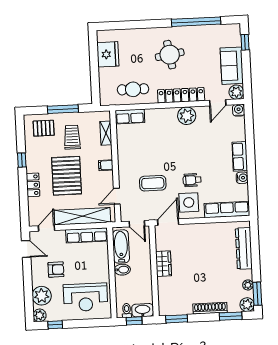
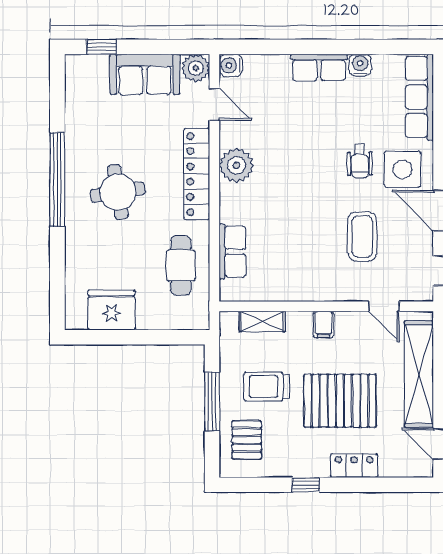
window: (196, 22) -> (57, 179), moved
row of seats: (130, 116) -> (232, 252), moved

